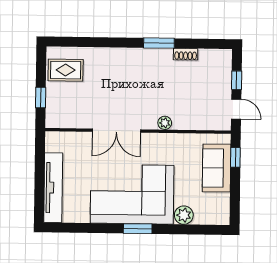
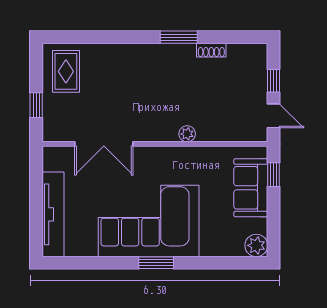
rug: (66, 70) -> (66, 71), turned 90
double door: (116, 131) -> (104, 144), moved
plant: (184, 215) -> (256, 245), moved

